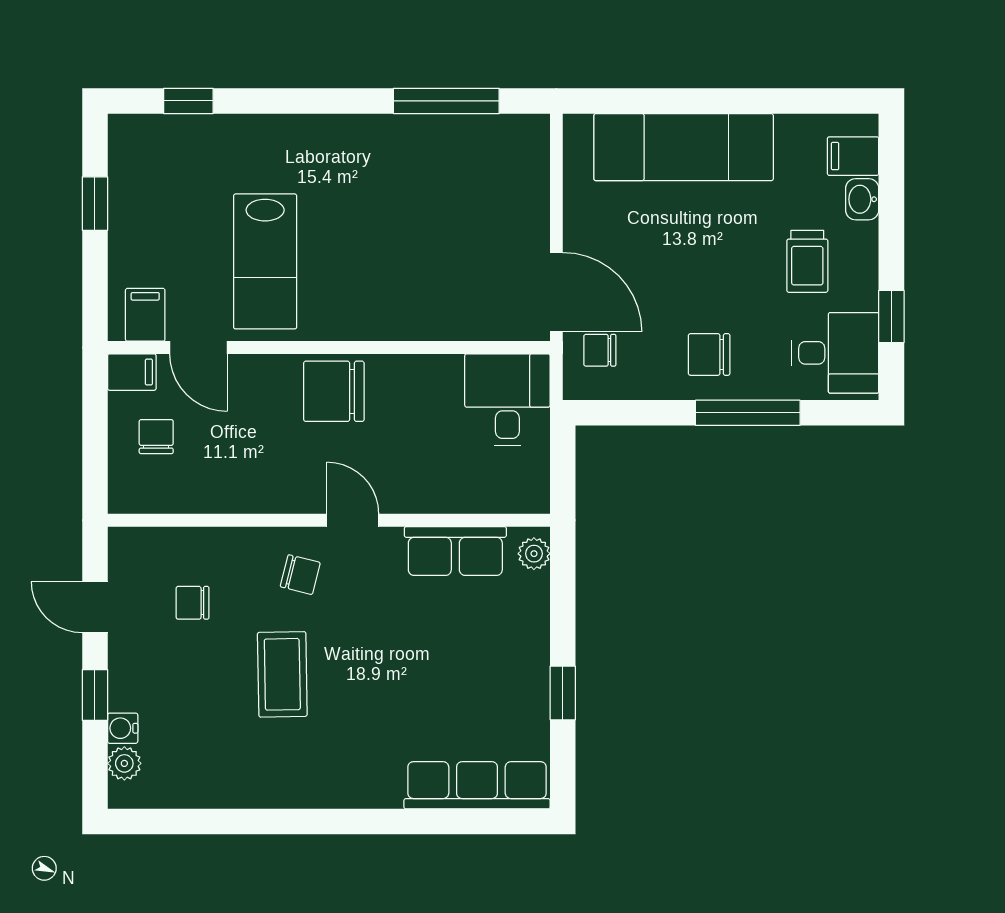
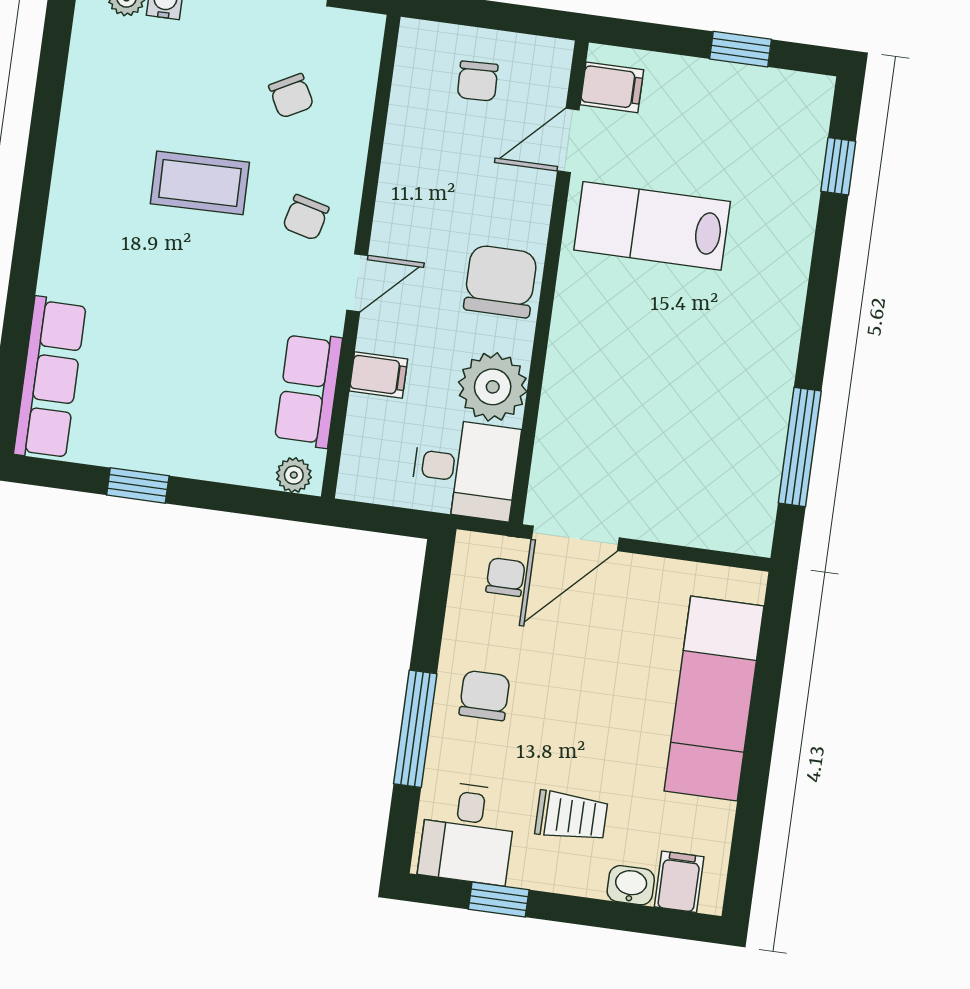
trolley: (807, 261) -> (571, 816), turned 180
filing cabinet: (132, 372) -> (378, 375), moved, turned -90
plant: (430, 385) -> (493, 387), added
chair: (156, 437) -> (478, 81), turned 88
chair: (192, 603) -> (291, 96), turned 152

